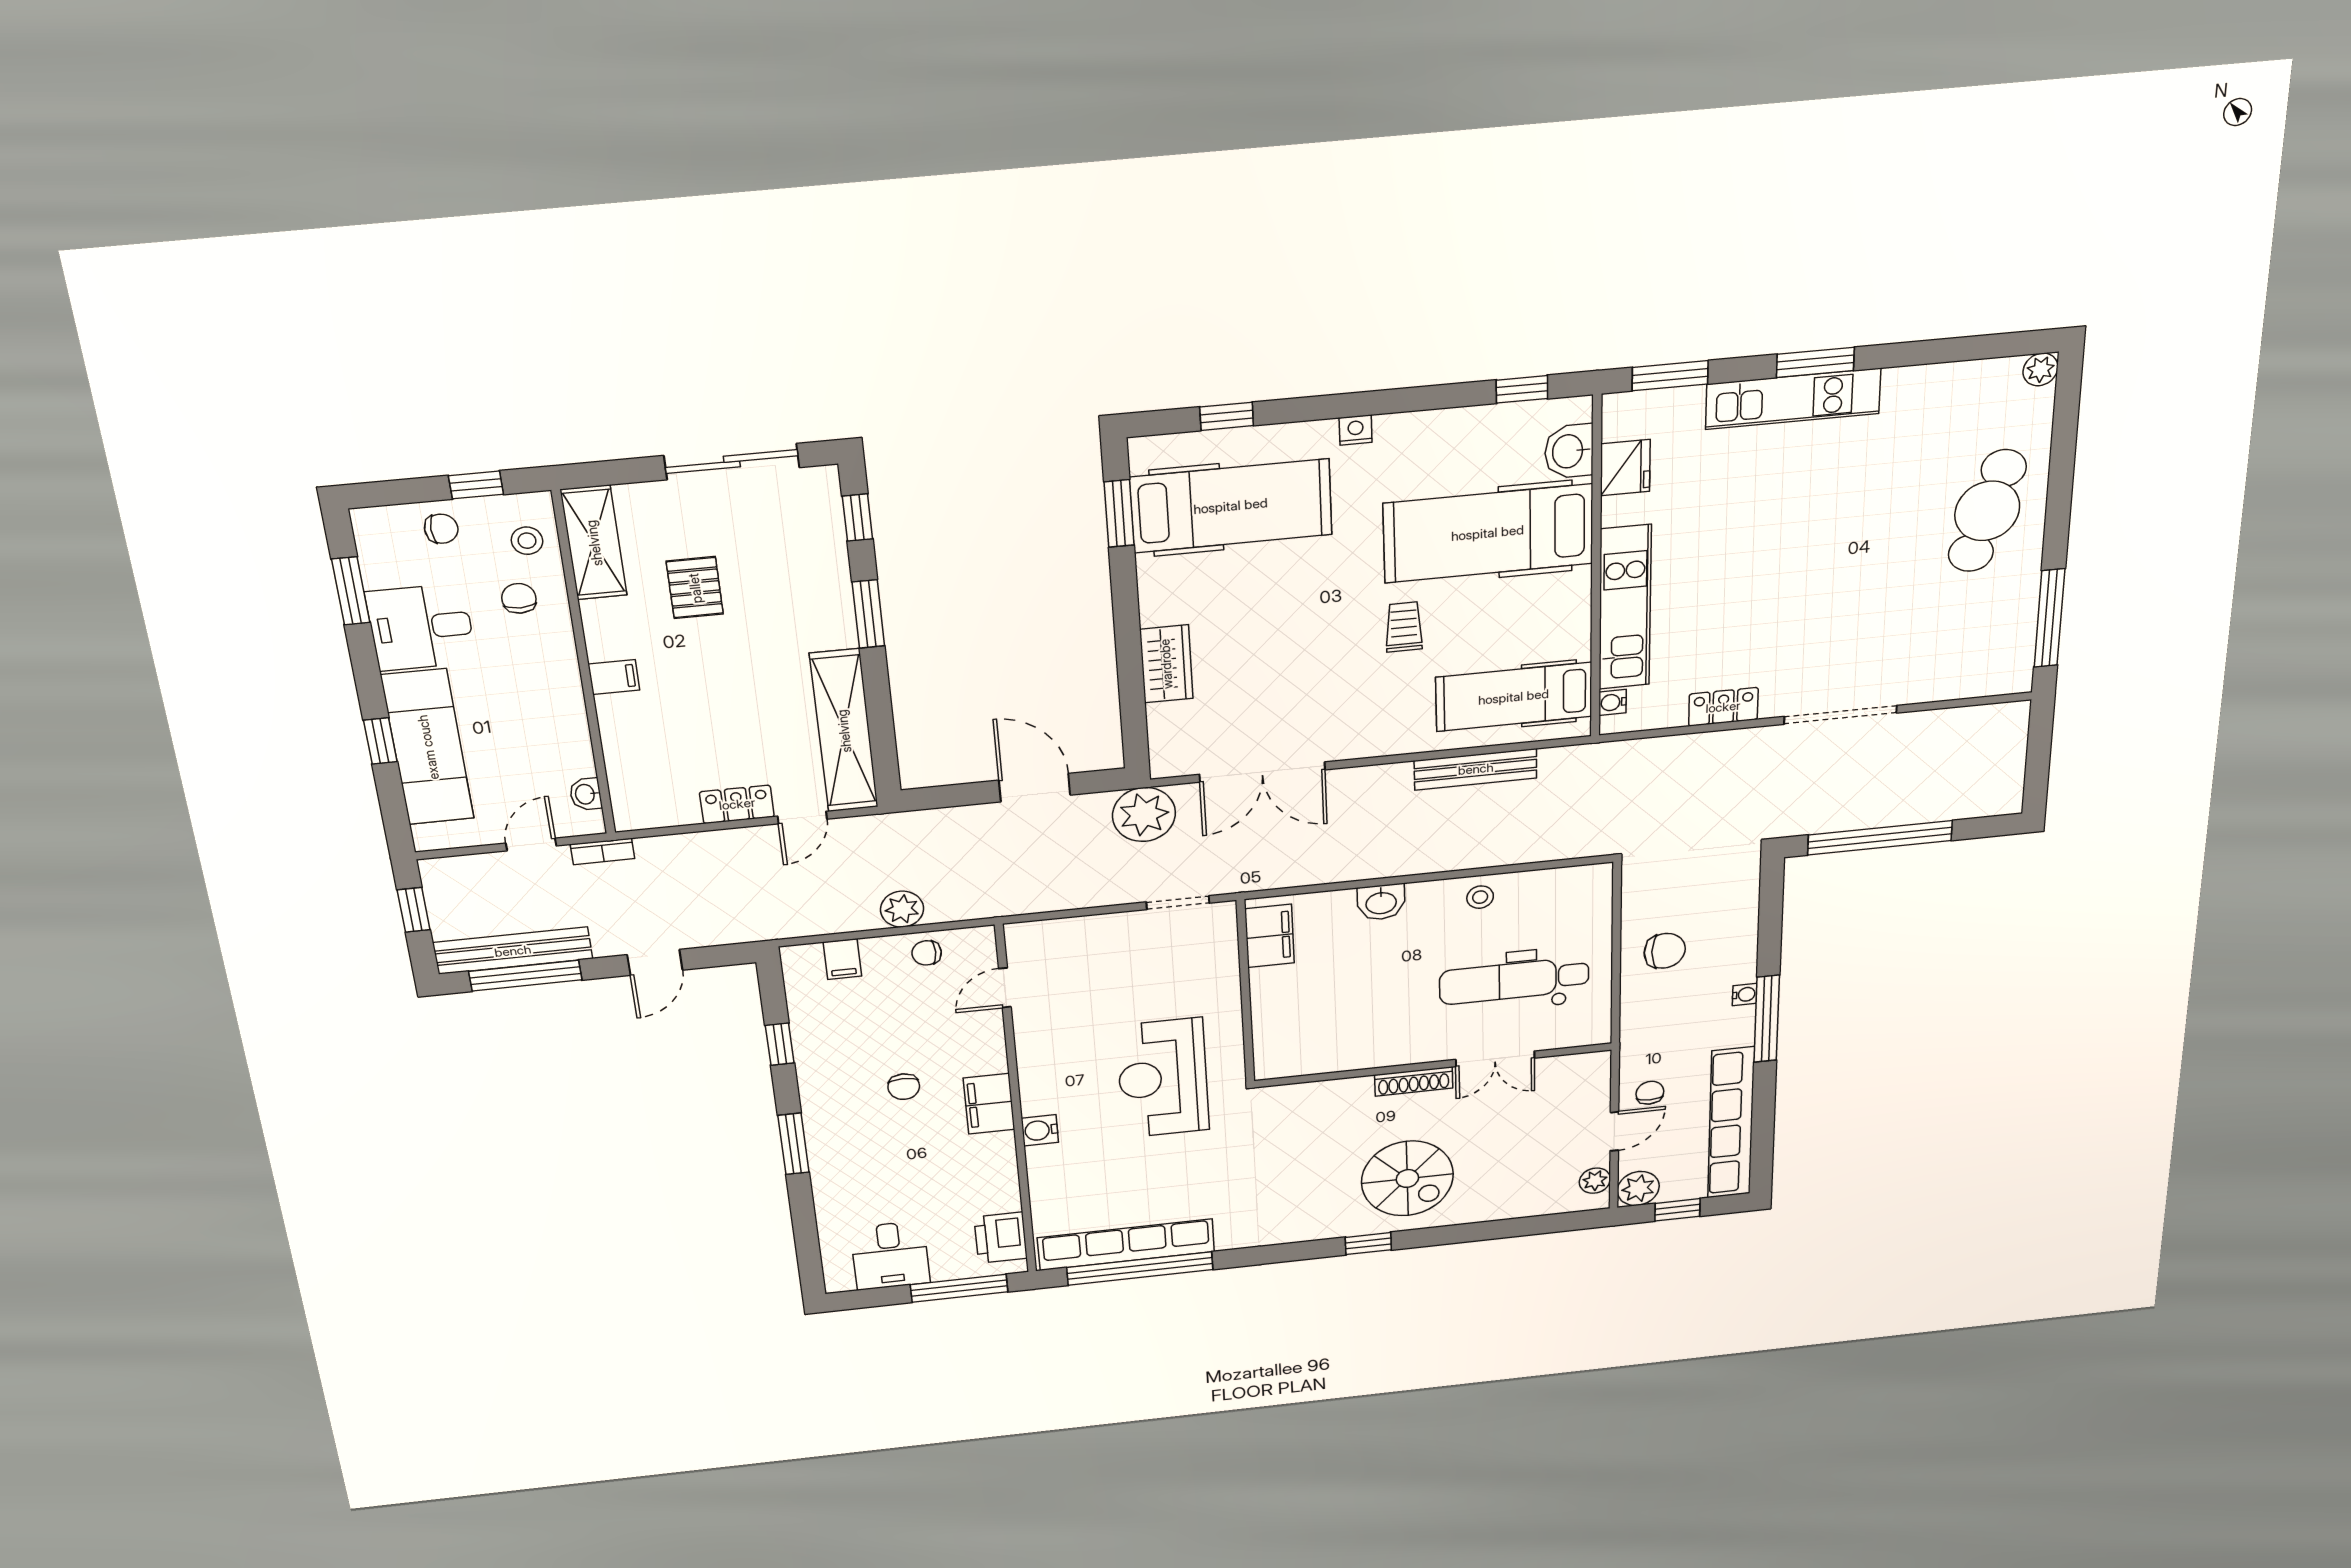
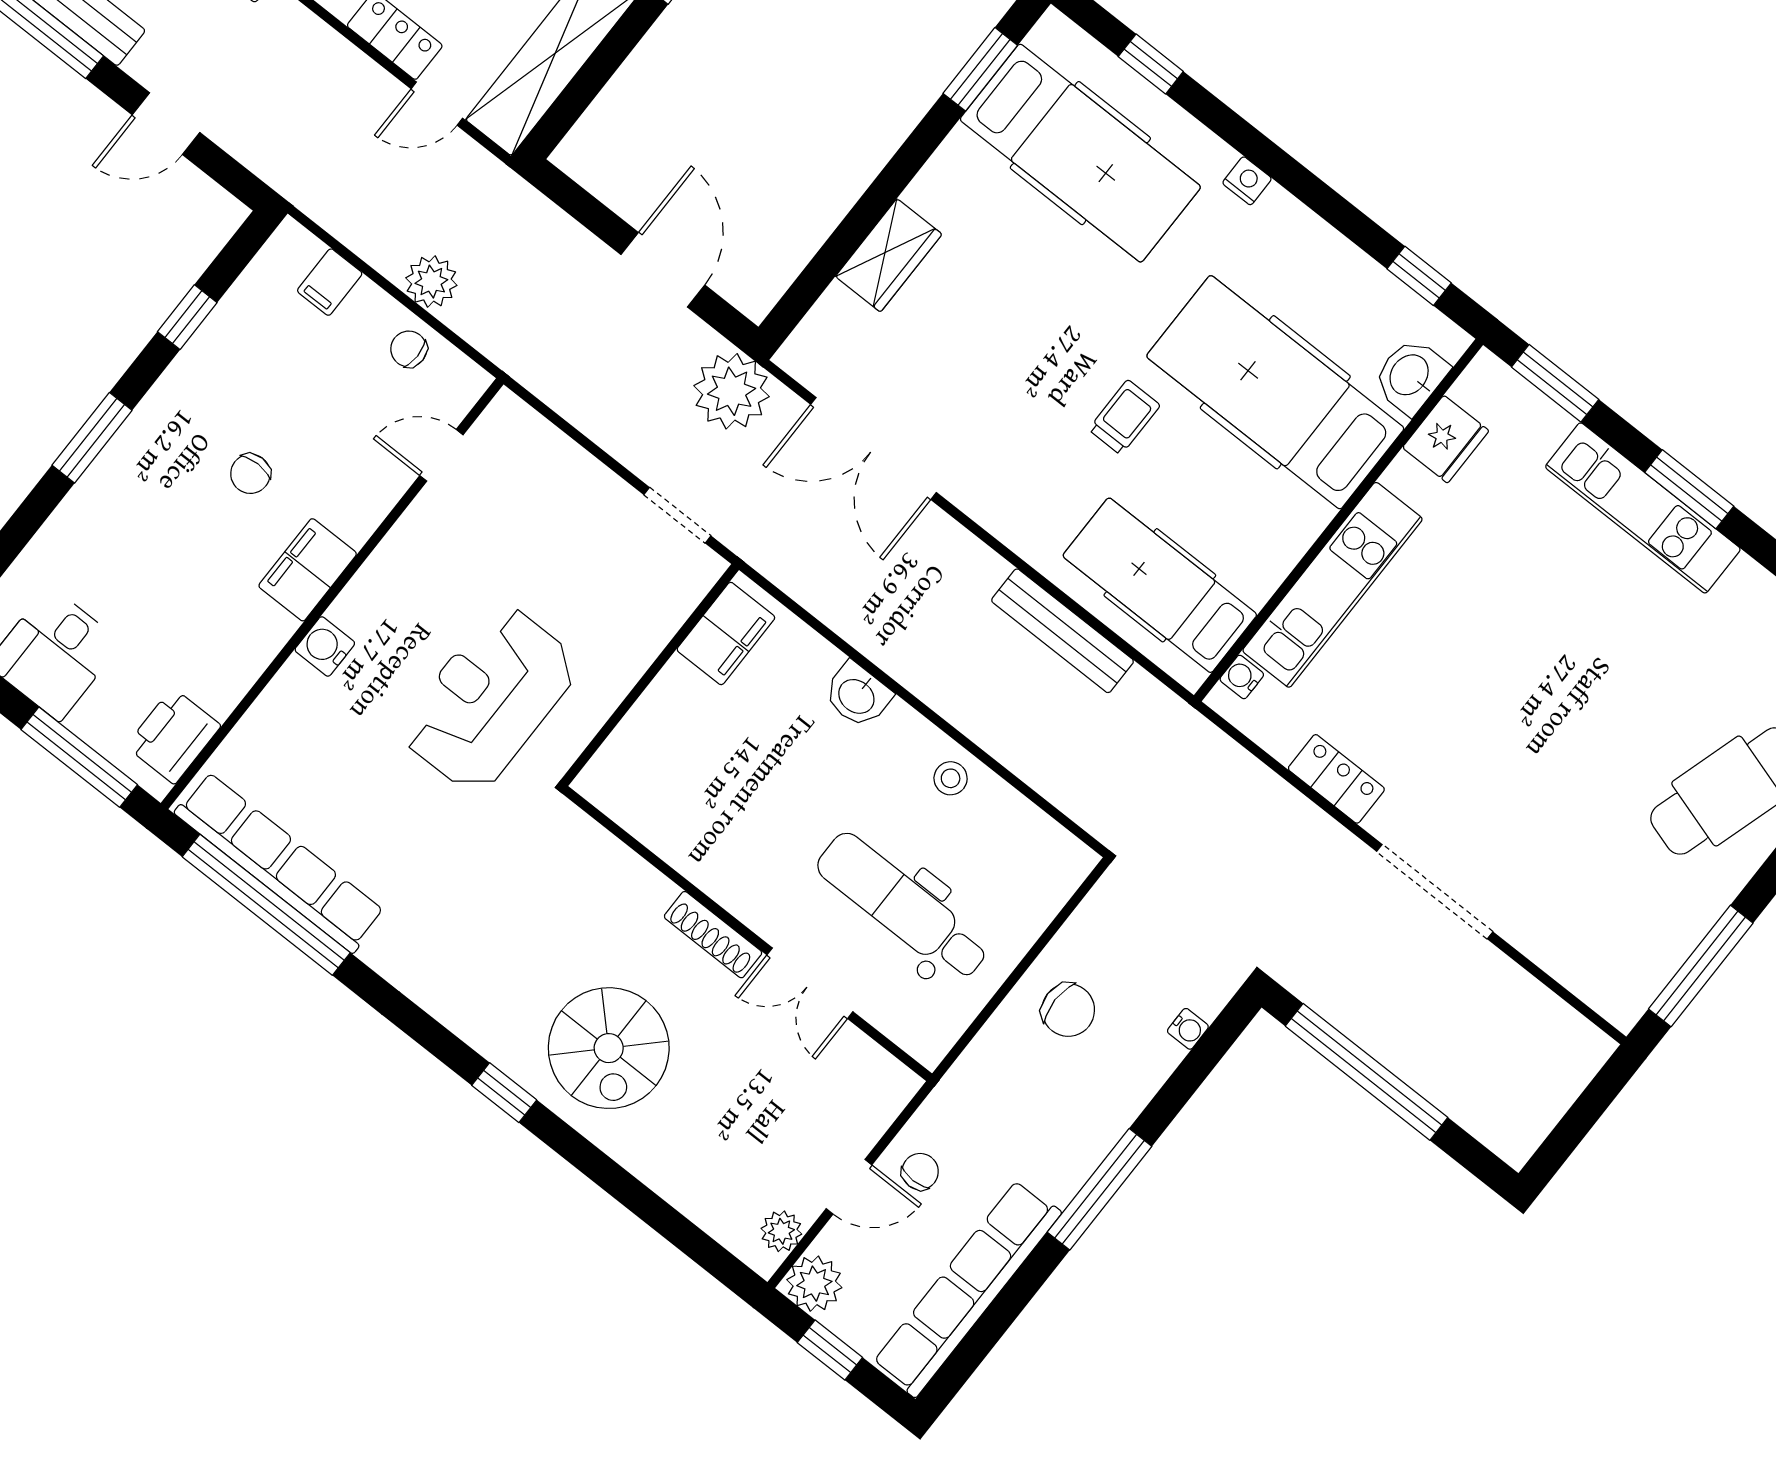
water cooler: (1745, 994) -> (1188, 1029), moved

